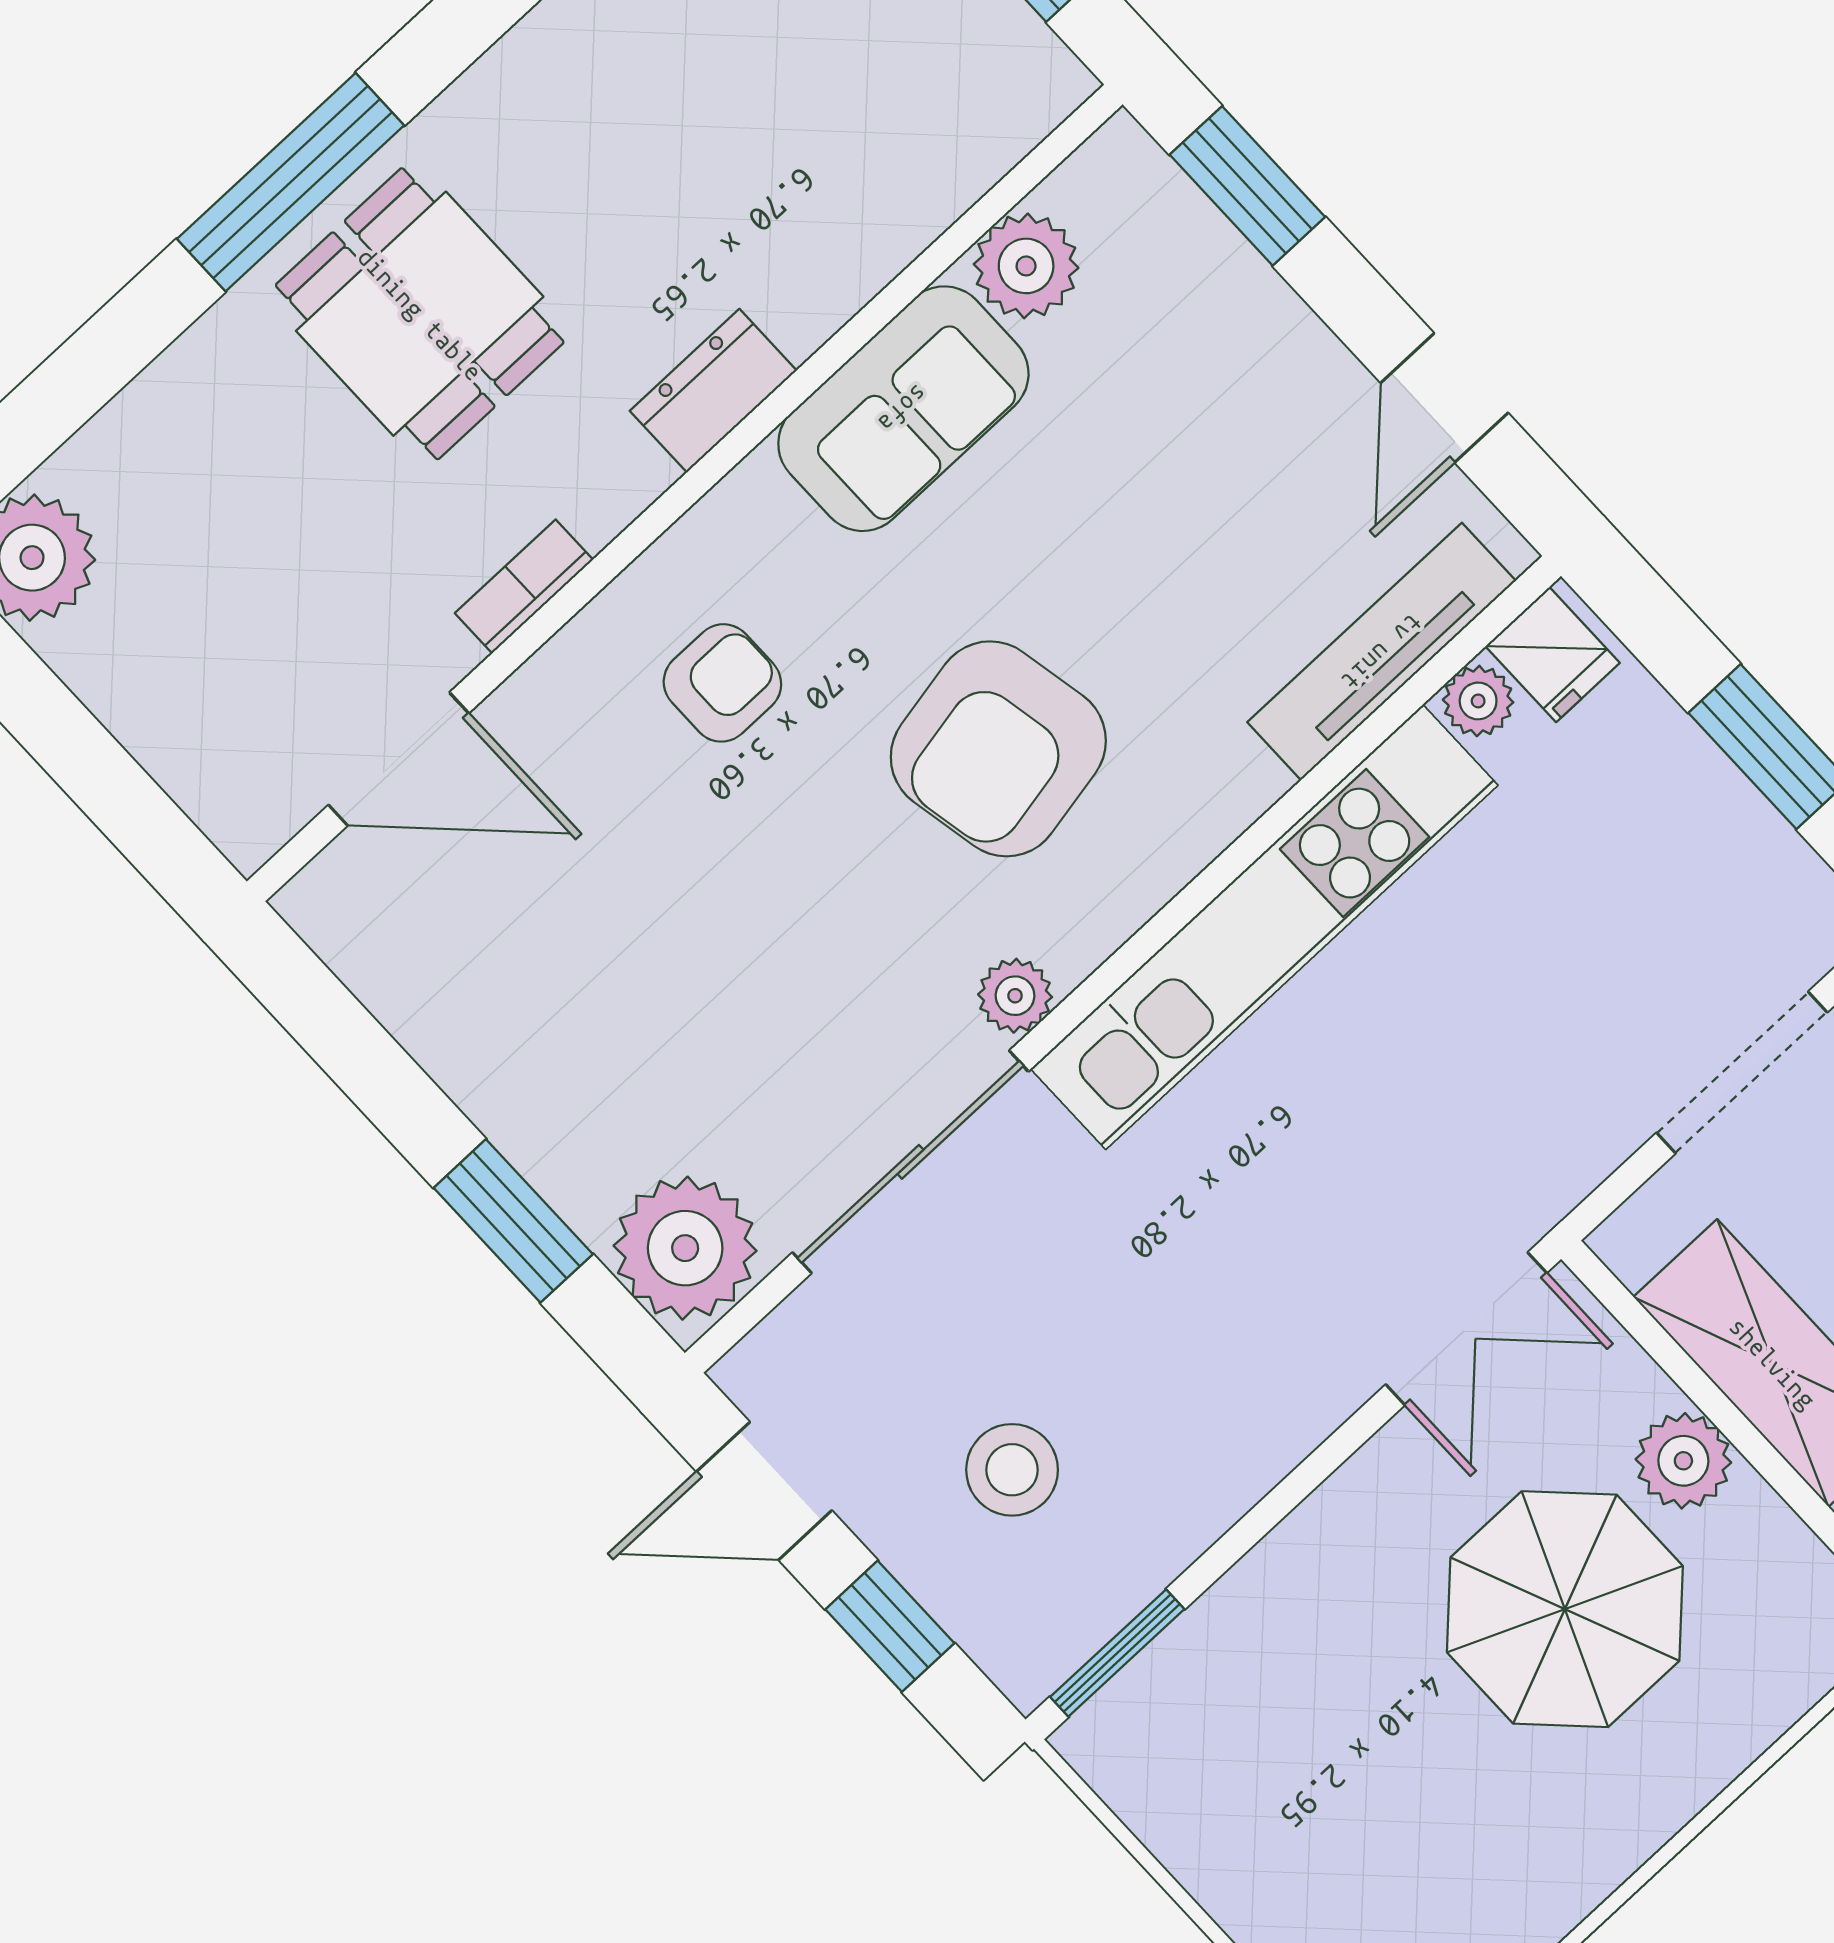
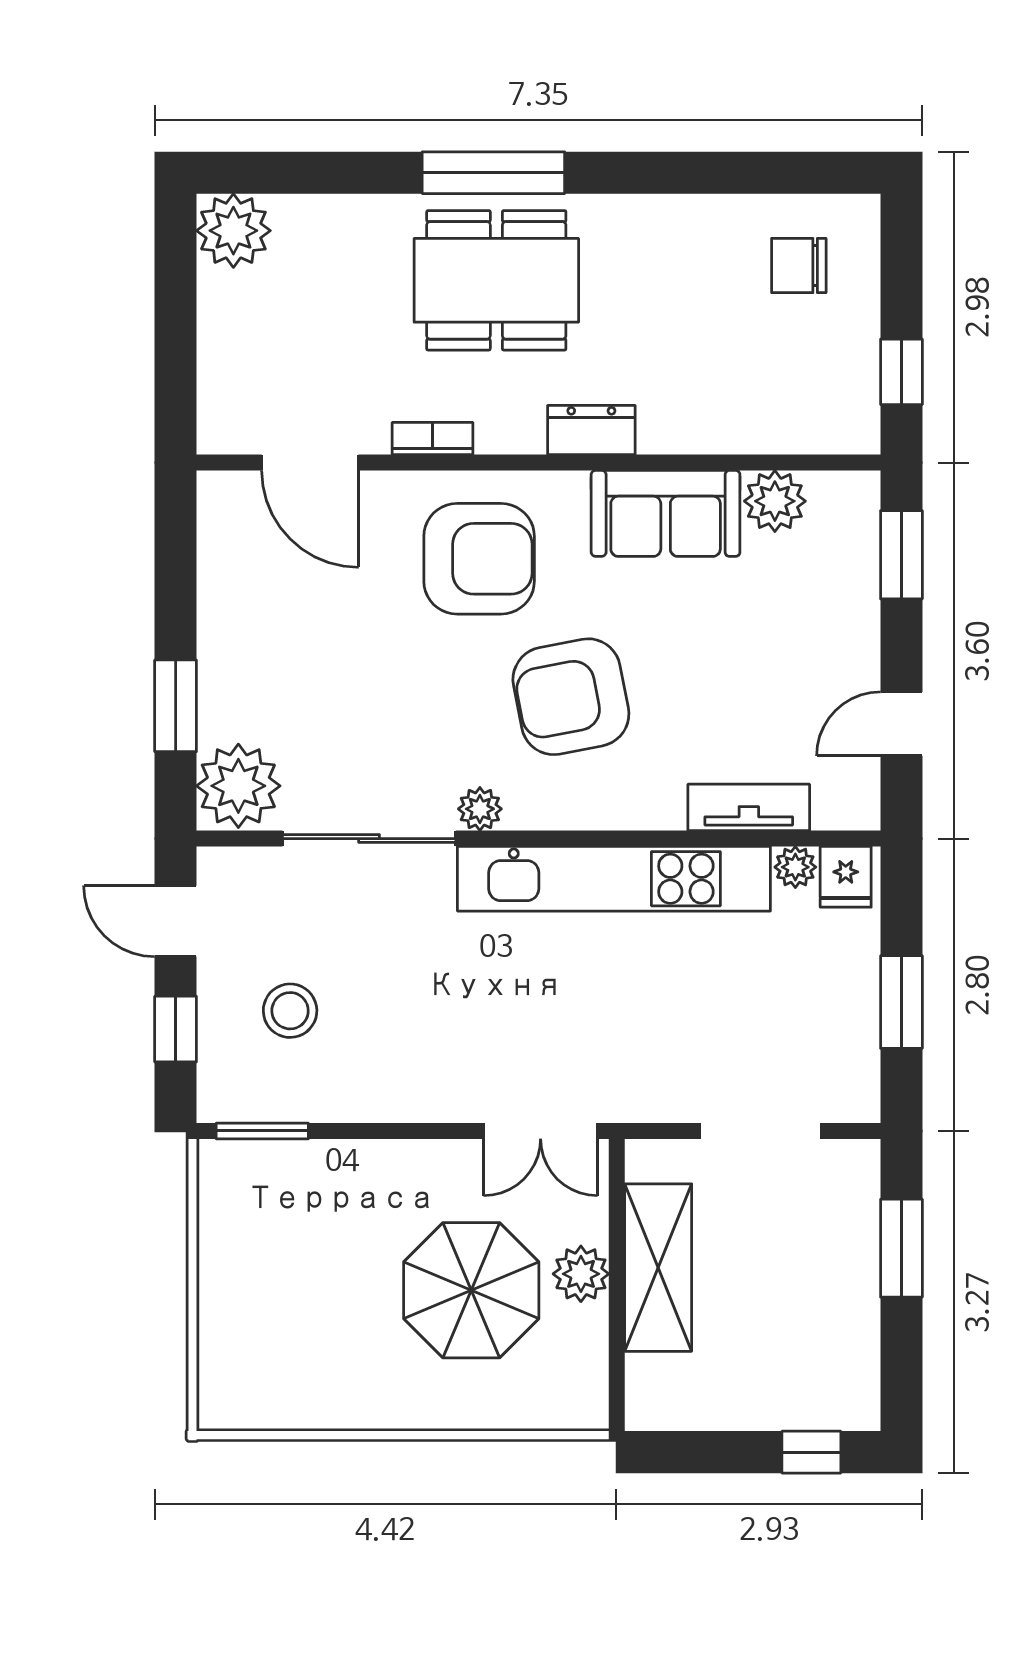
dining table: (420, 314) -> (496, 280), width x1.38
tv unit: (1382, 652) -> (749, 807), width x0.71
armchair: (722, 683) -> (479, 559), width x1.88, depth x1.88

